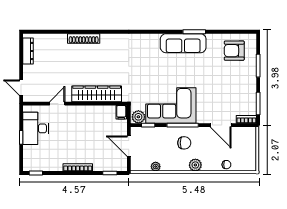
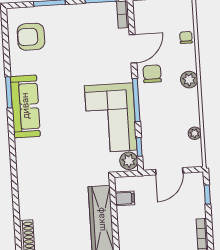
armchair: (234, 51) -> (31, 37), turned 90
filing cabinet: (121, 112) -> (125, 198), moved
chair: (184, 143) -> (152, 74), moved

